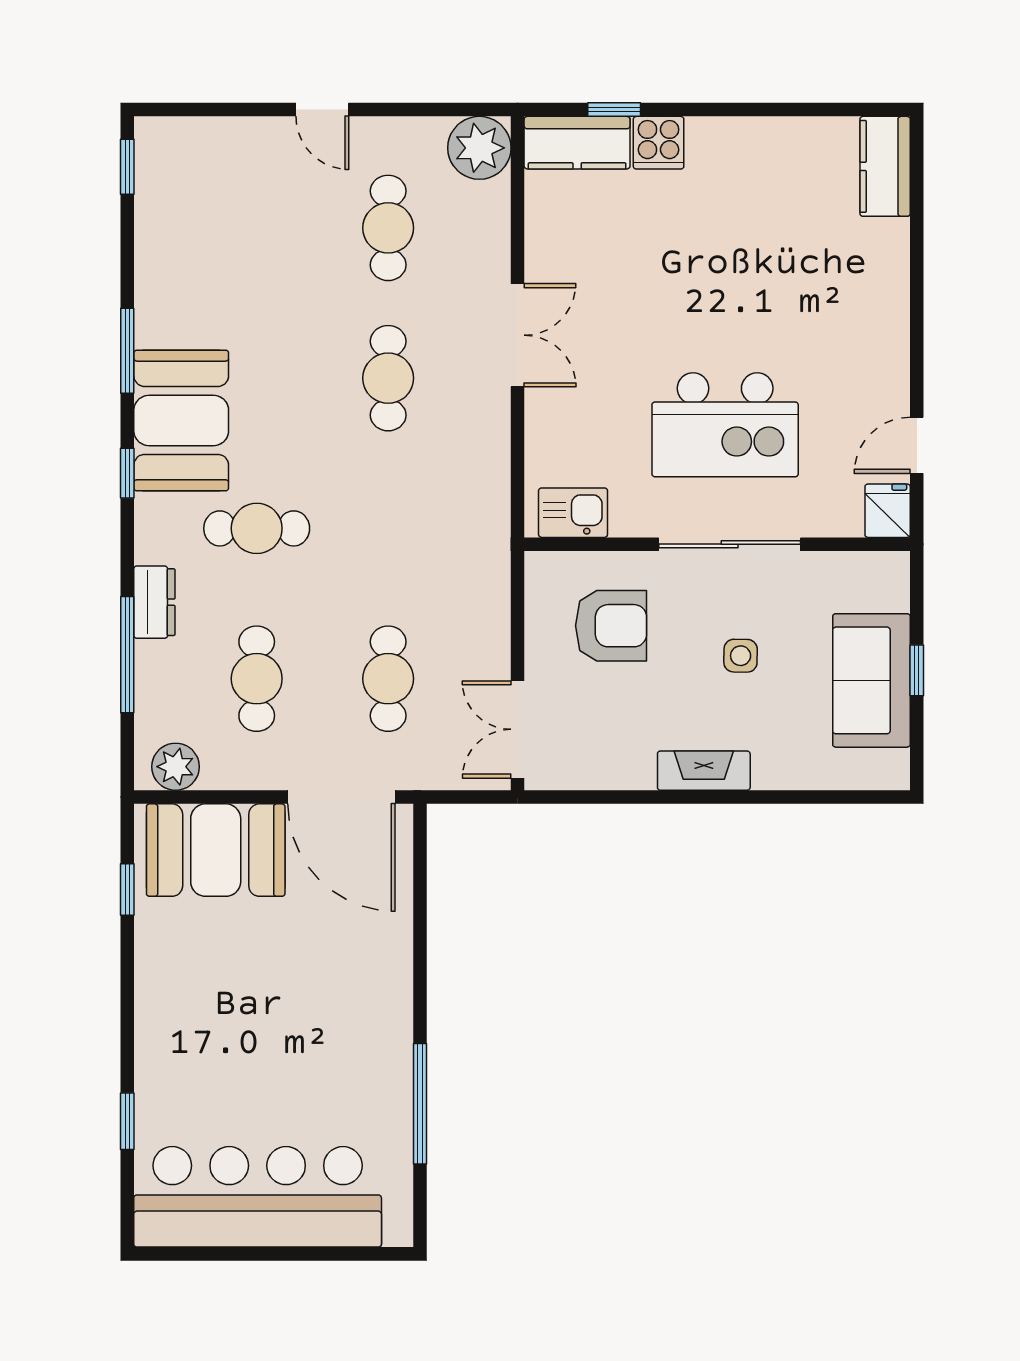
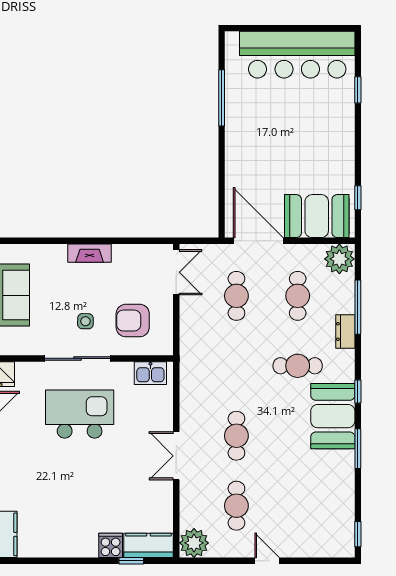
side table: (741, 656) -> (85, 321), moved
plant: (176, 767) -> (339, 259), width x1.36, depth x1.36

